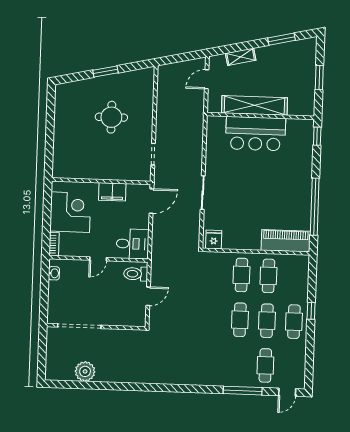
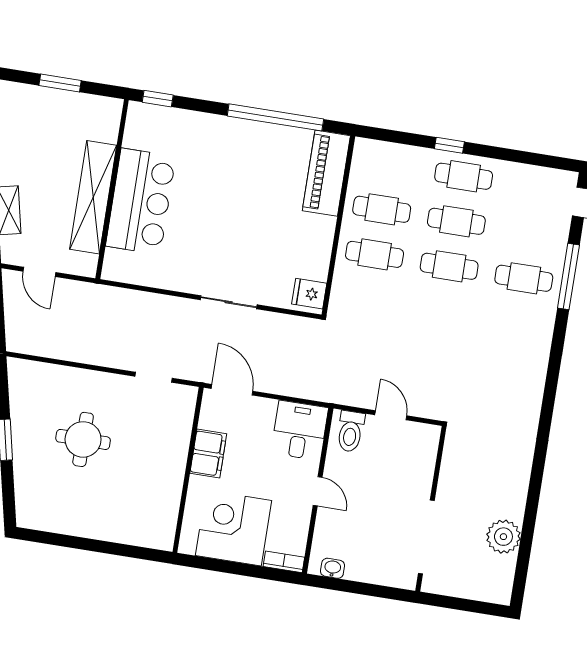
cafe table: (265, 365) -> (524, 278), moved

